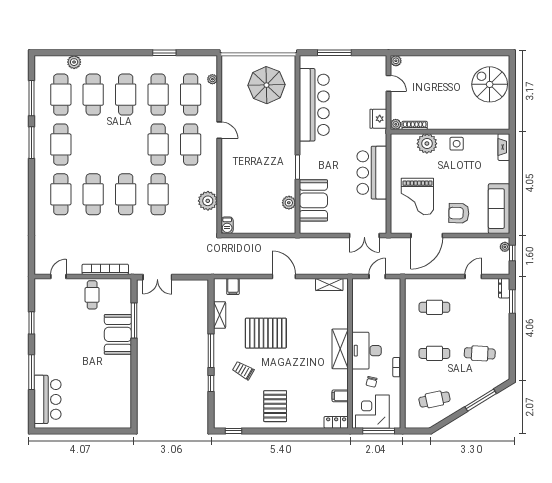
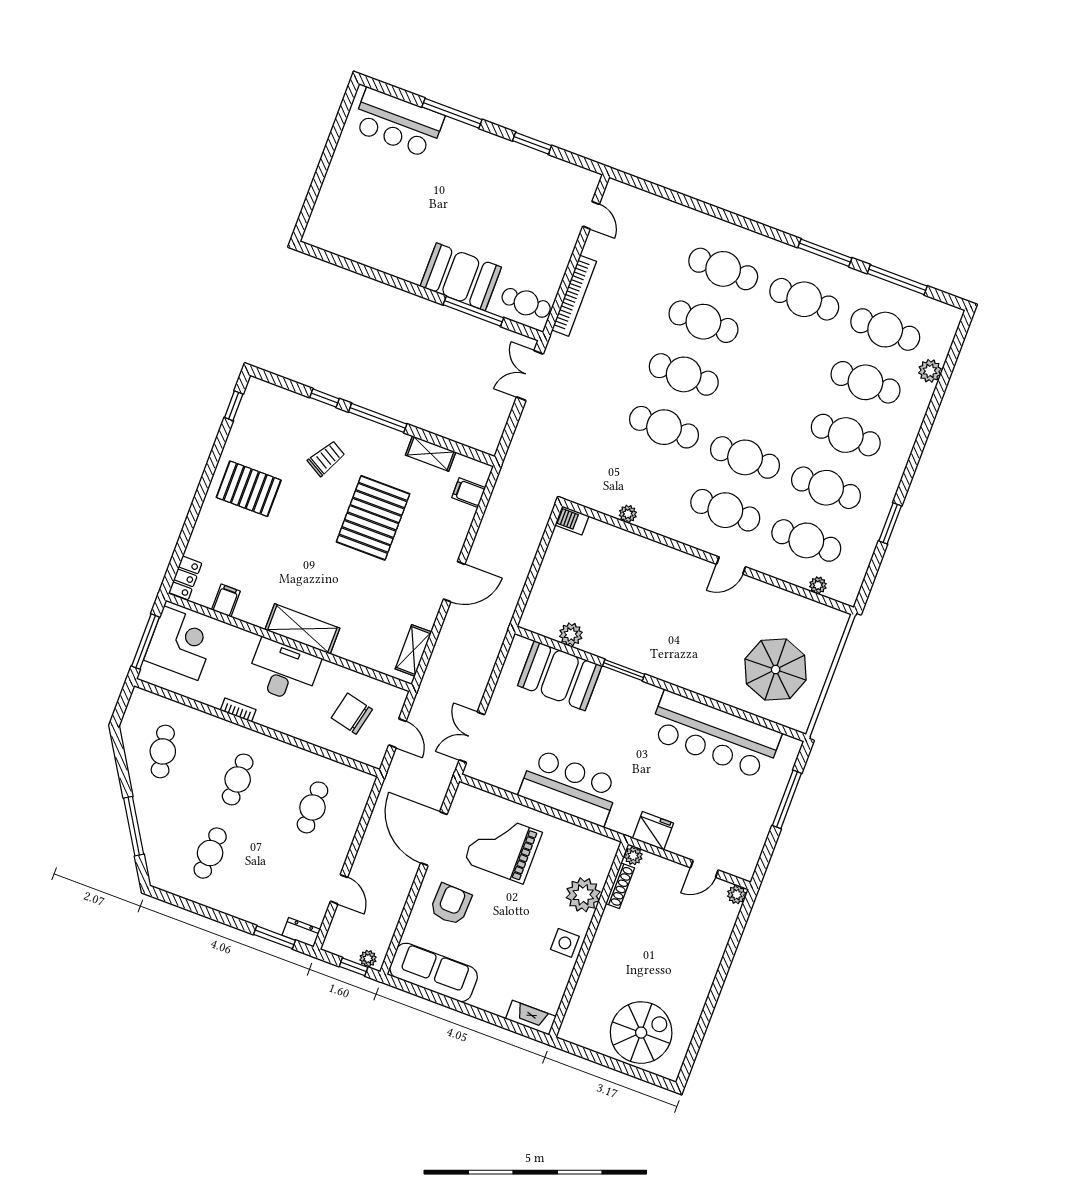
plant: (208, 201) -> (628, 514), width x0.53, depth x0.53
cafe table: (92, 295) -> (526, 303), moved
chair: (372, 382) -> (352, 714), moved, width x1.87, depth x1.87

